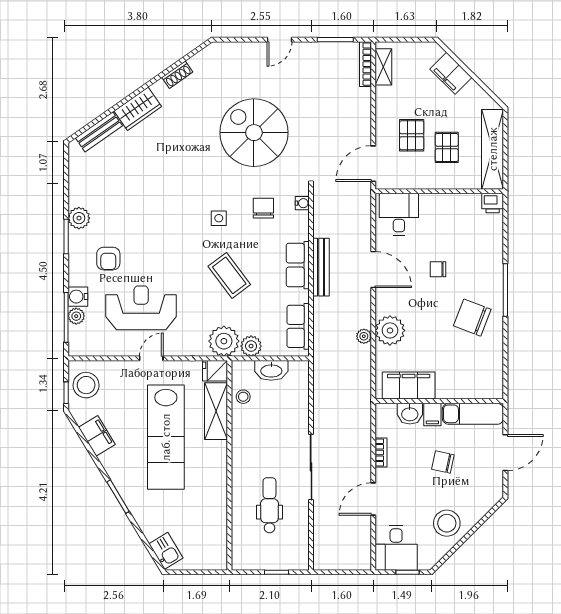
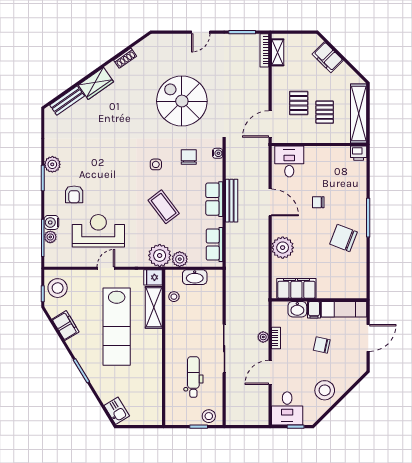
plant: (364, 336) -> (263, 337), moved
stool: (290, 558) -> (209, 416), added

